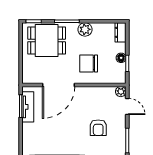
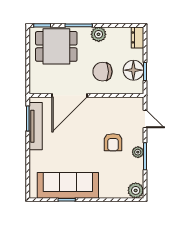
floor lamp: (121, 58) -> (133, 70), width x1.89, depth x1.89
plant: (121, 92) -> (138, 152), moved
tv unit: (28, 107) -> (36, 126), width x1.41

